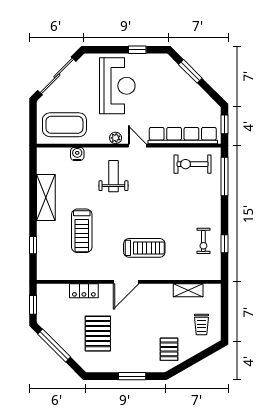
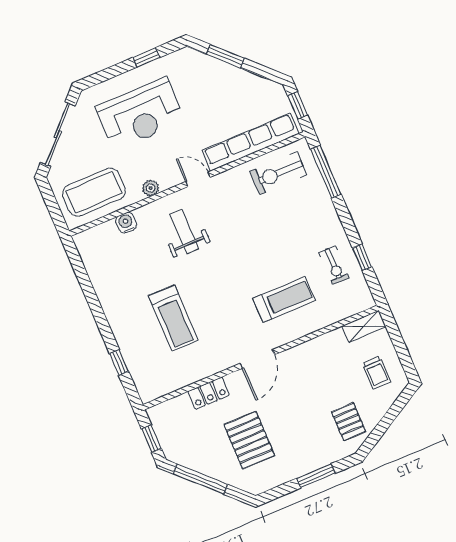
reception desk: (117, 86) -> (140, 114), turned 90
plant: (116, 138) -> (151, 188), moved
shelving: (46, 198) -> (110, 295), removed
treadmill: (144, 248) -> (284, 299), moved
shelving: (188, 290) -> (364, 326), moved

